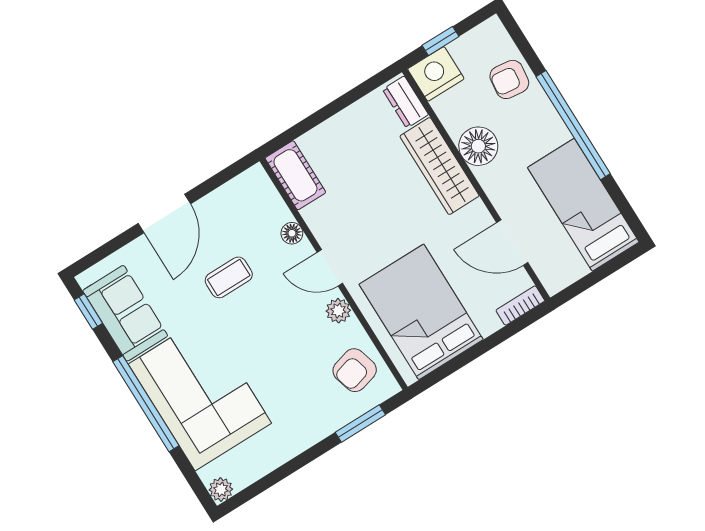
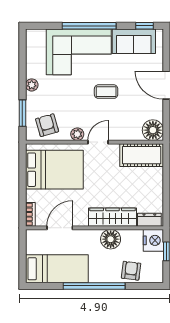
cot: (295, 175) -> (142, 155), width x1.37, depth x1.34
floor lamp: (292, 233) -> (153, 130), moved, width x1.89, depth x1.89
coffee table: (229, 277) -> (106, 92), moved, turned 90
plant: (221, 489) -> (32, 85), moved

